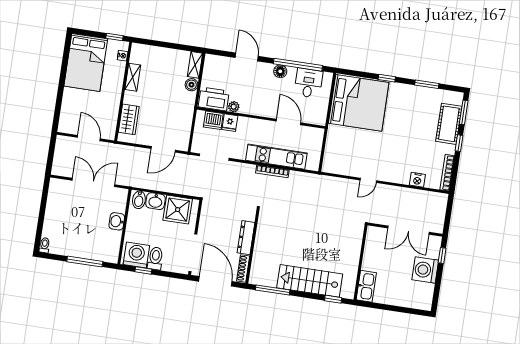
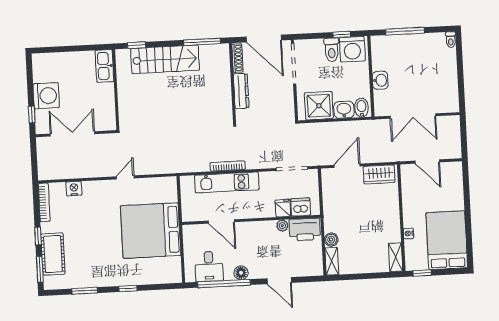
nightstand: (123, 56) -> (409, 233), moved
shelving: (133, 77) -> (396, 257), moved
bed: (359, 103) -> (151, 231), moved
wardrobe: (129, 119) -> (379, 174), moved, turned -90

